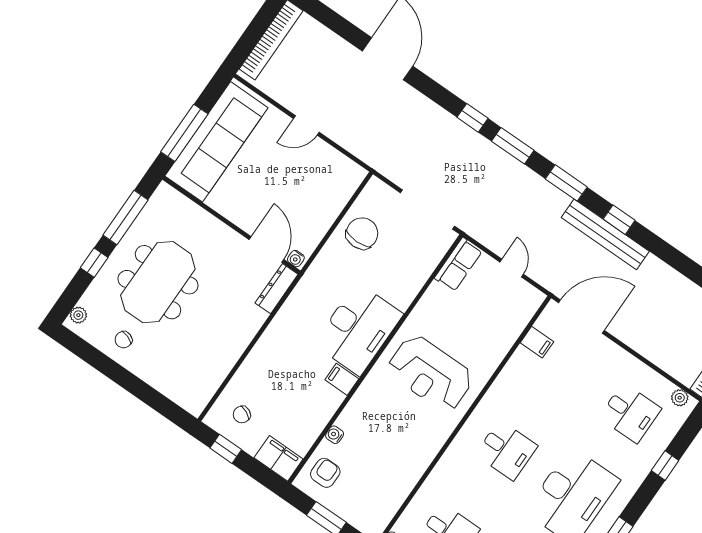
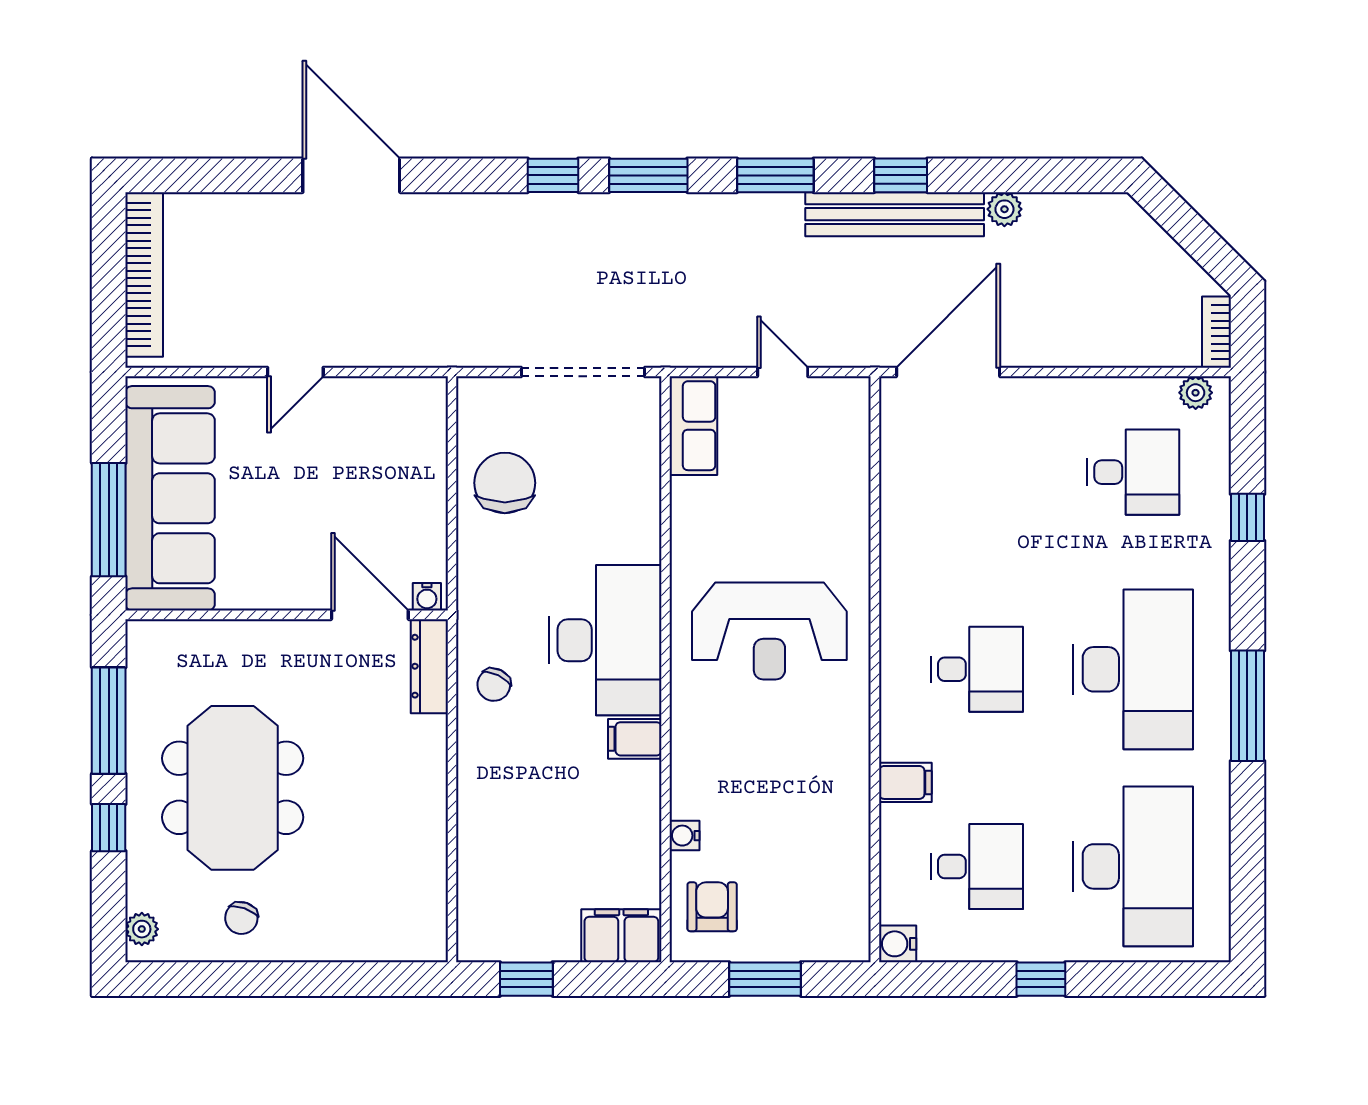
plant: (653, 264) -> (1004, 209), added
filing cabinet: (537, 342) -> (905, 782), moved
chair: (242, 414) -> (494, 685), moved

